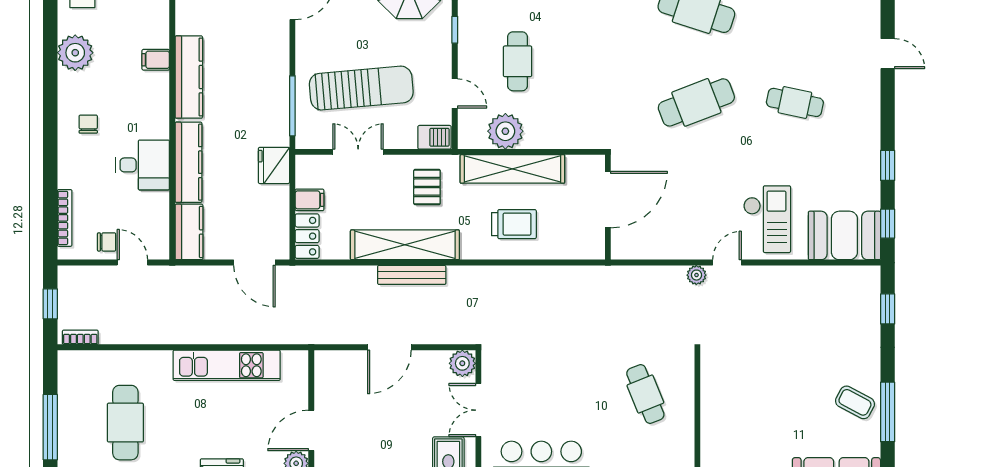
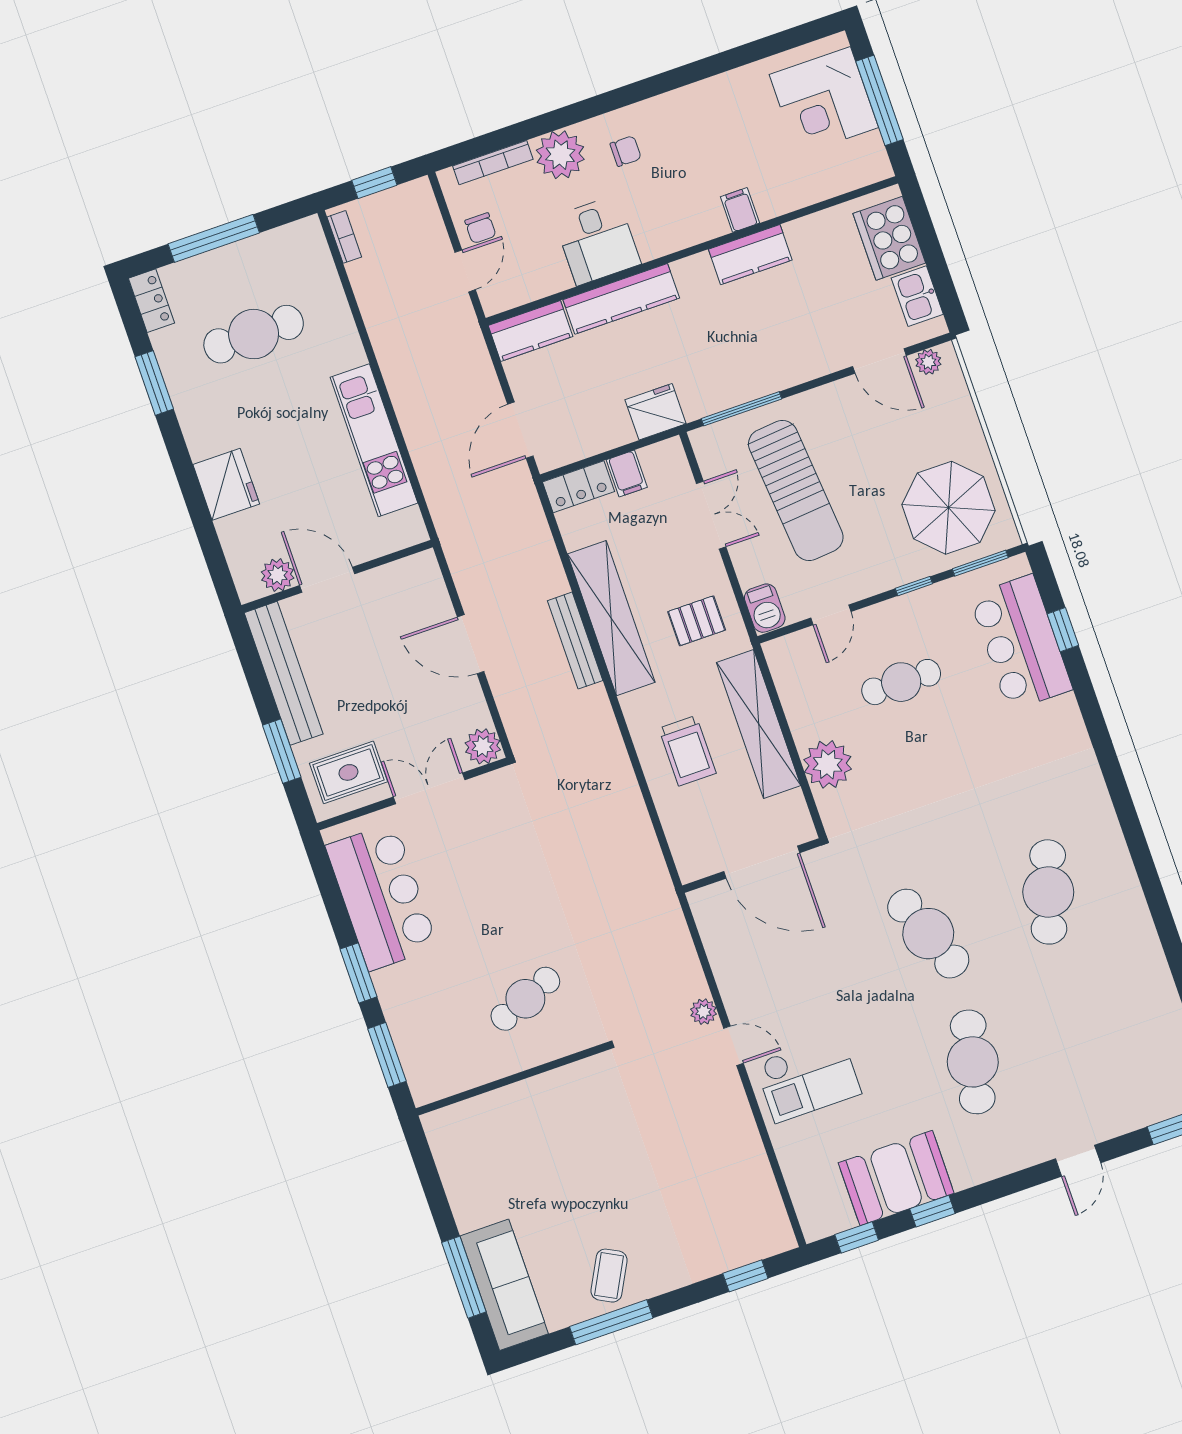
plant: (75, 53) -> (560, 155), moved
kitchen counter: (189, 77) -> (750, 255), width x0.67
cafe table: (795, 102) -> (973, 1062), width x1.37, depth x1.35
plant: (505, 131) -> (828, 764), moved
booth: (844, 235) -> (896, 1178), moved, turned 90

